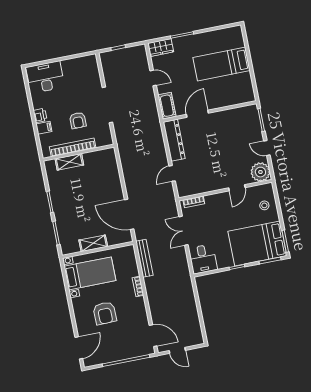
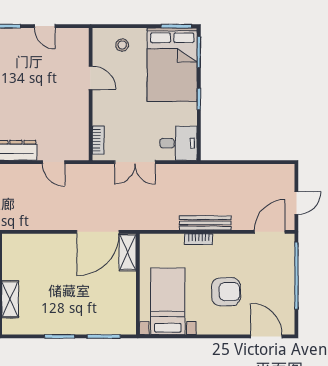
door: (267, 148) -> (45, 26), hinge flipped
plant: (260, 172) -> (76, 41), removed
shelving: (93, 243) -> (128, 252), moved
bench: (144, 258) -> (205, 223), moved

